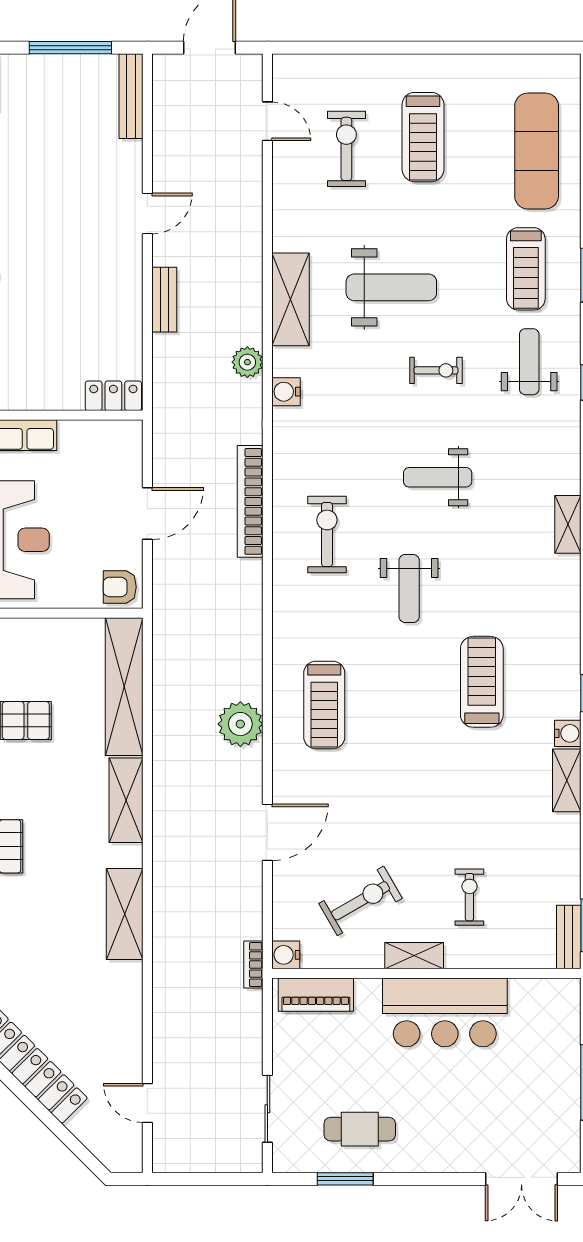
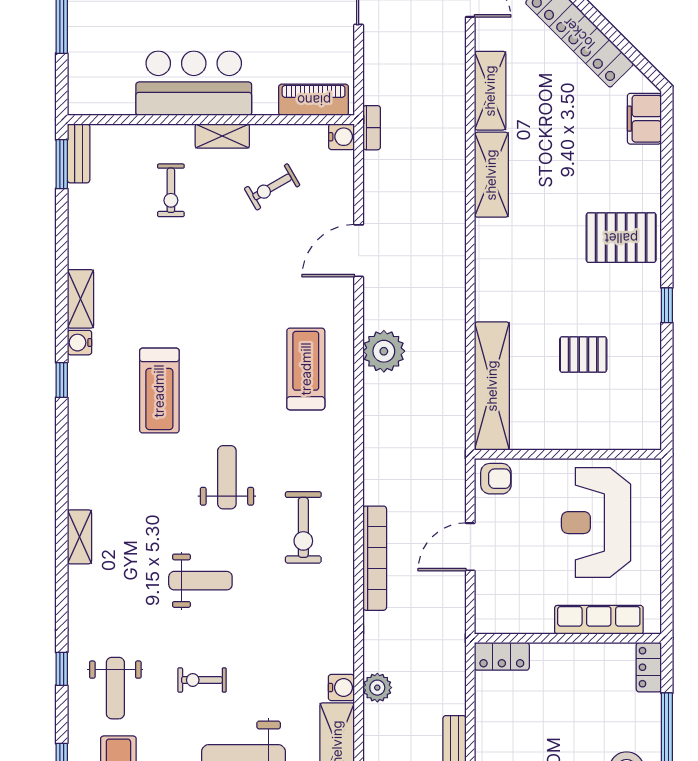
water cooler: (286, 392) -> (341, 688), moved
shelving: (126, 800) -> (490, 91), moved
exercise bike: (361, 901) -> (272, 187), width x0.73, depth x0.72

